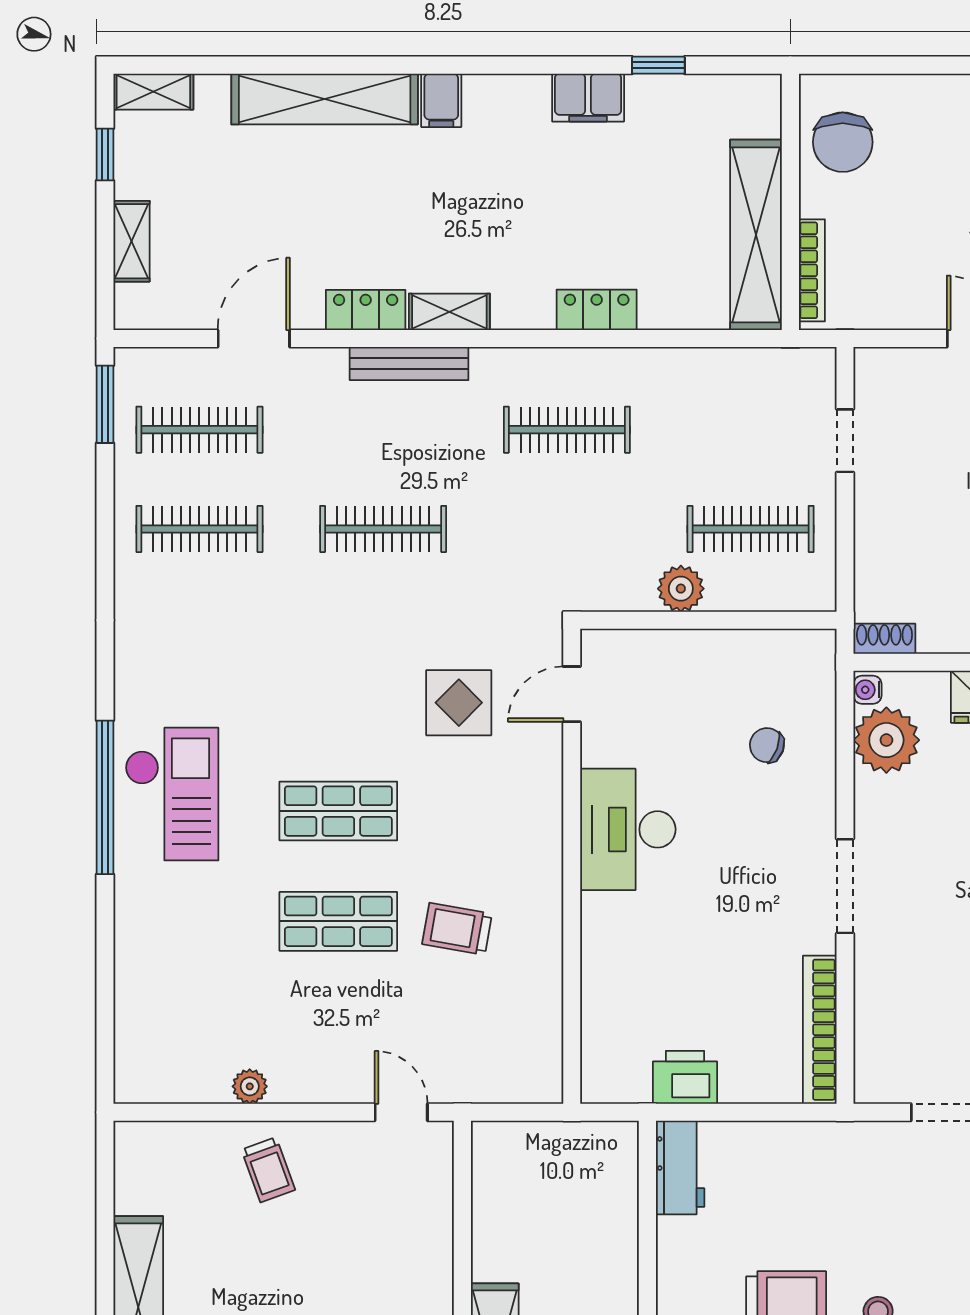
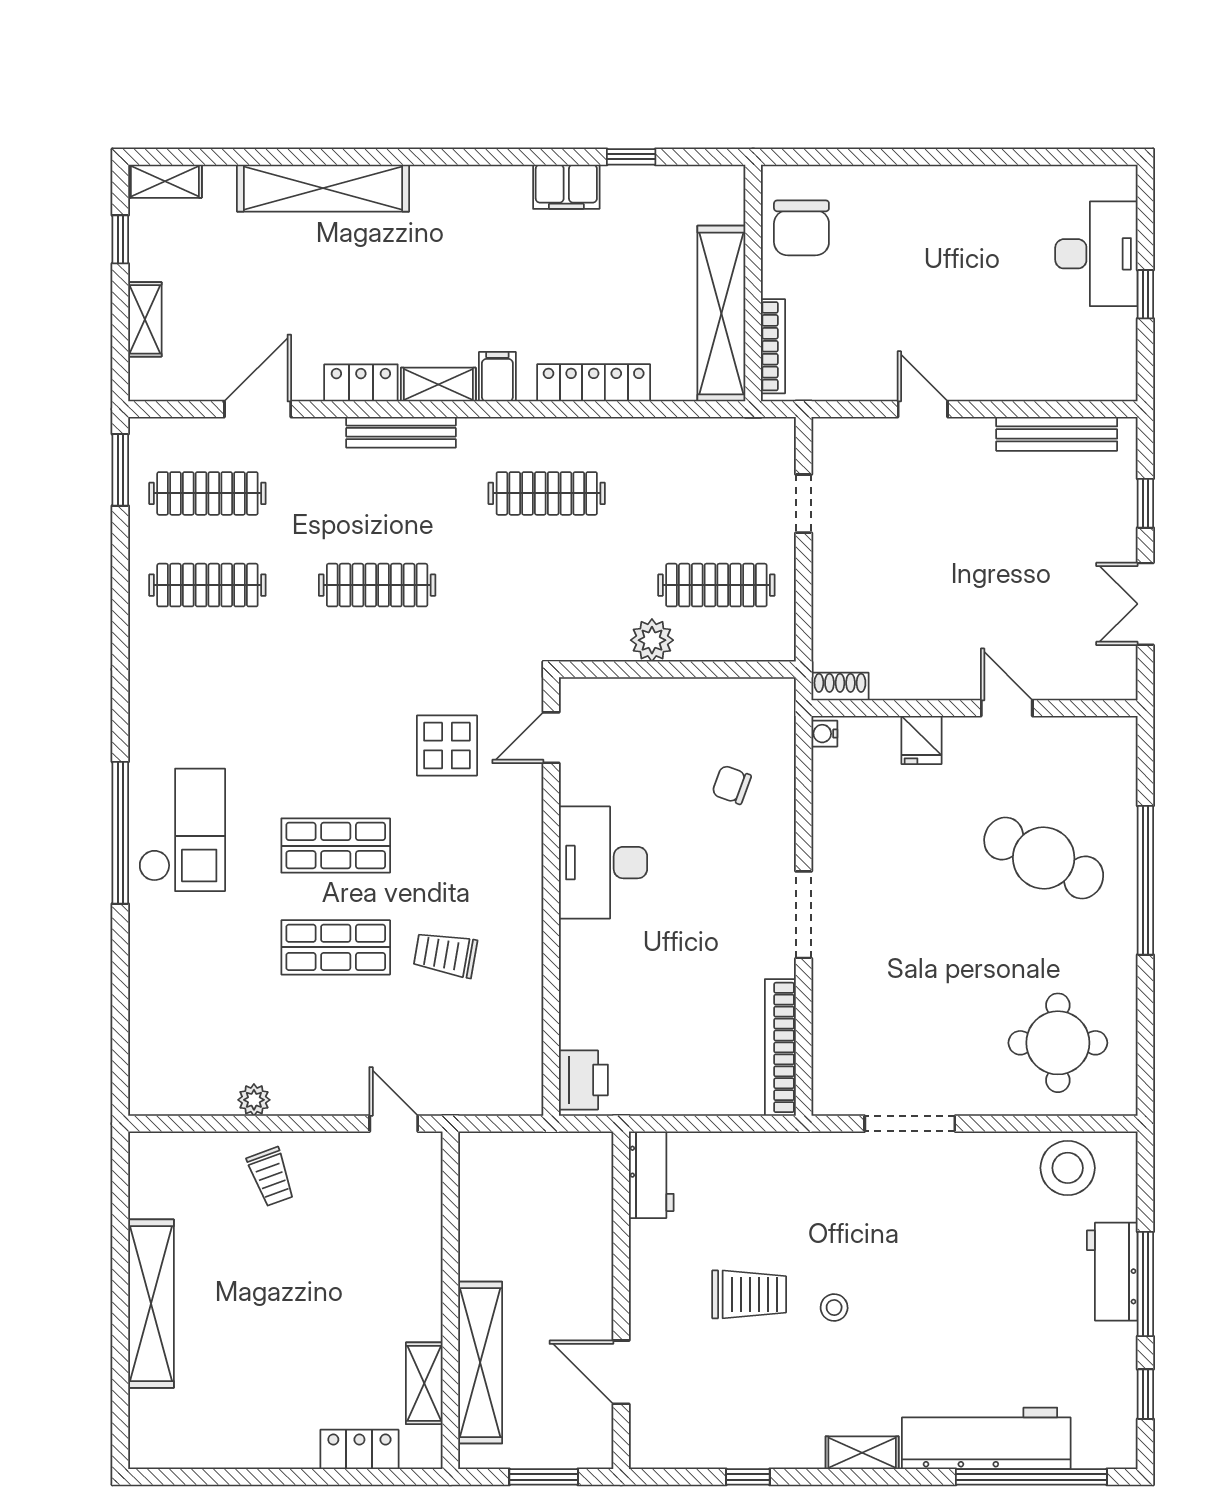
filing cabinet: (441, 100) -> (497, 377), moved, turned 180
locker: (597, 310) -> (594, 383), width x1.53
plant: (886, 740) -> (842, 780), removed
printer: (685, 1077) -> (583, 1080), moved, turned 90

